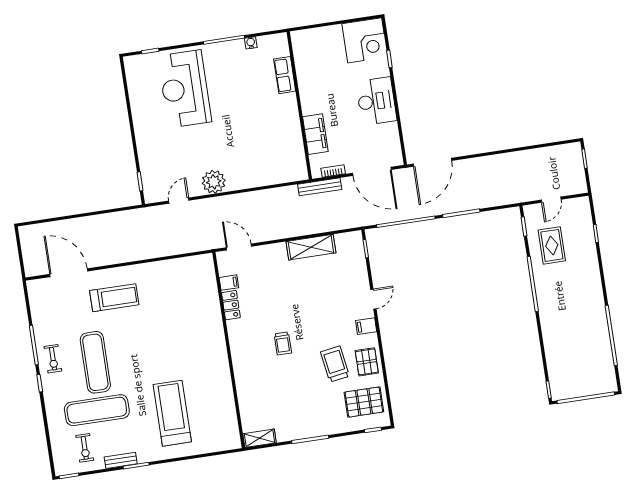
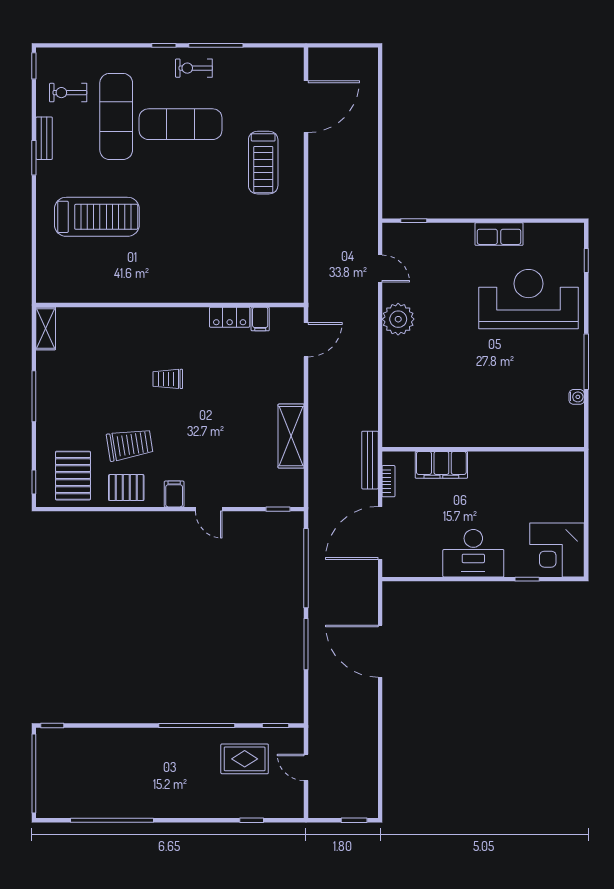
row of seats: (285, 75) -> (499, 234), moved, turned 180
door: (432, 162) -> (380, 651), moved

